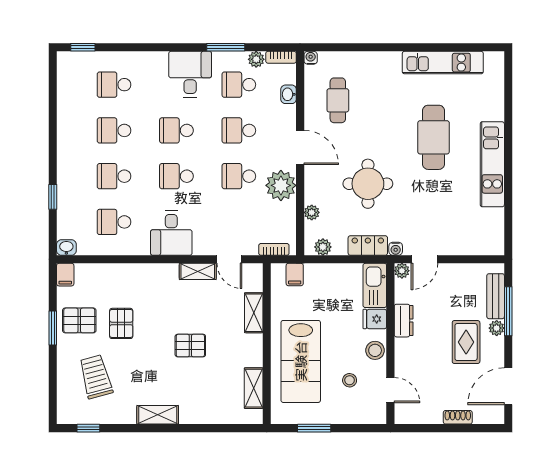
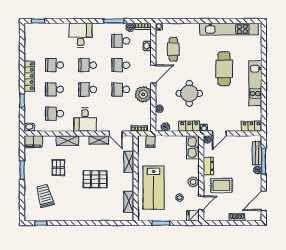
kitchen unit: (443, 63) -> (229, 29), width x1.36
desk: (190, 74) -> (81, 35), moved
school desk: (114, 85) -> (55, 41), removed
door: (300, 147) -> (153, 74), hinge flipped
locker: (66, 151) -> (29, 76), added
locker: (485, 246) -> (251, 126), added
filing cabinet: (65, 275) -> (33, 142), width x2.00
fridge: (375, 319) -> (193, 216), moved
pallet: (79, 320) -> (36, 166), removed
rug: (466, 342) -> (221, 185), moved, turned 90
pallet: (190, 346) -> (95, 179), width x1.50, depth x1.42
door: (390, 390) -> (201, 203), hinge flipped
shelving: (158, 415) -> (68, 141), moved

